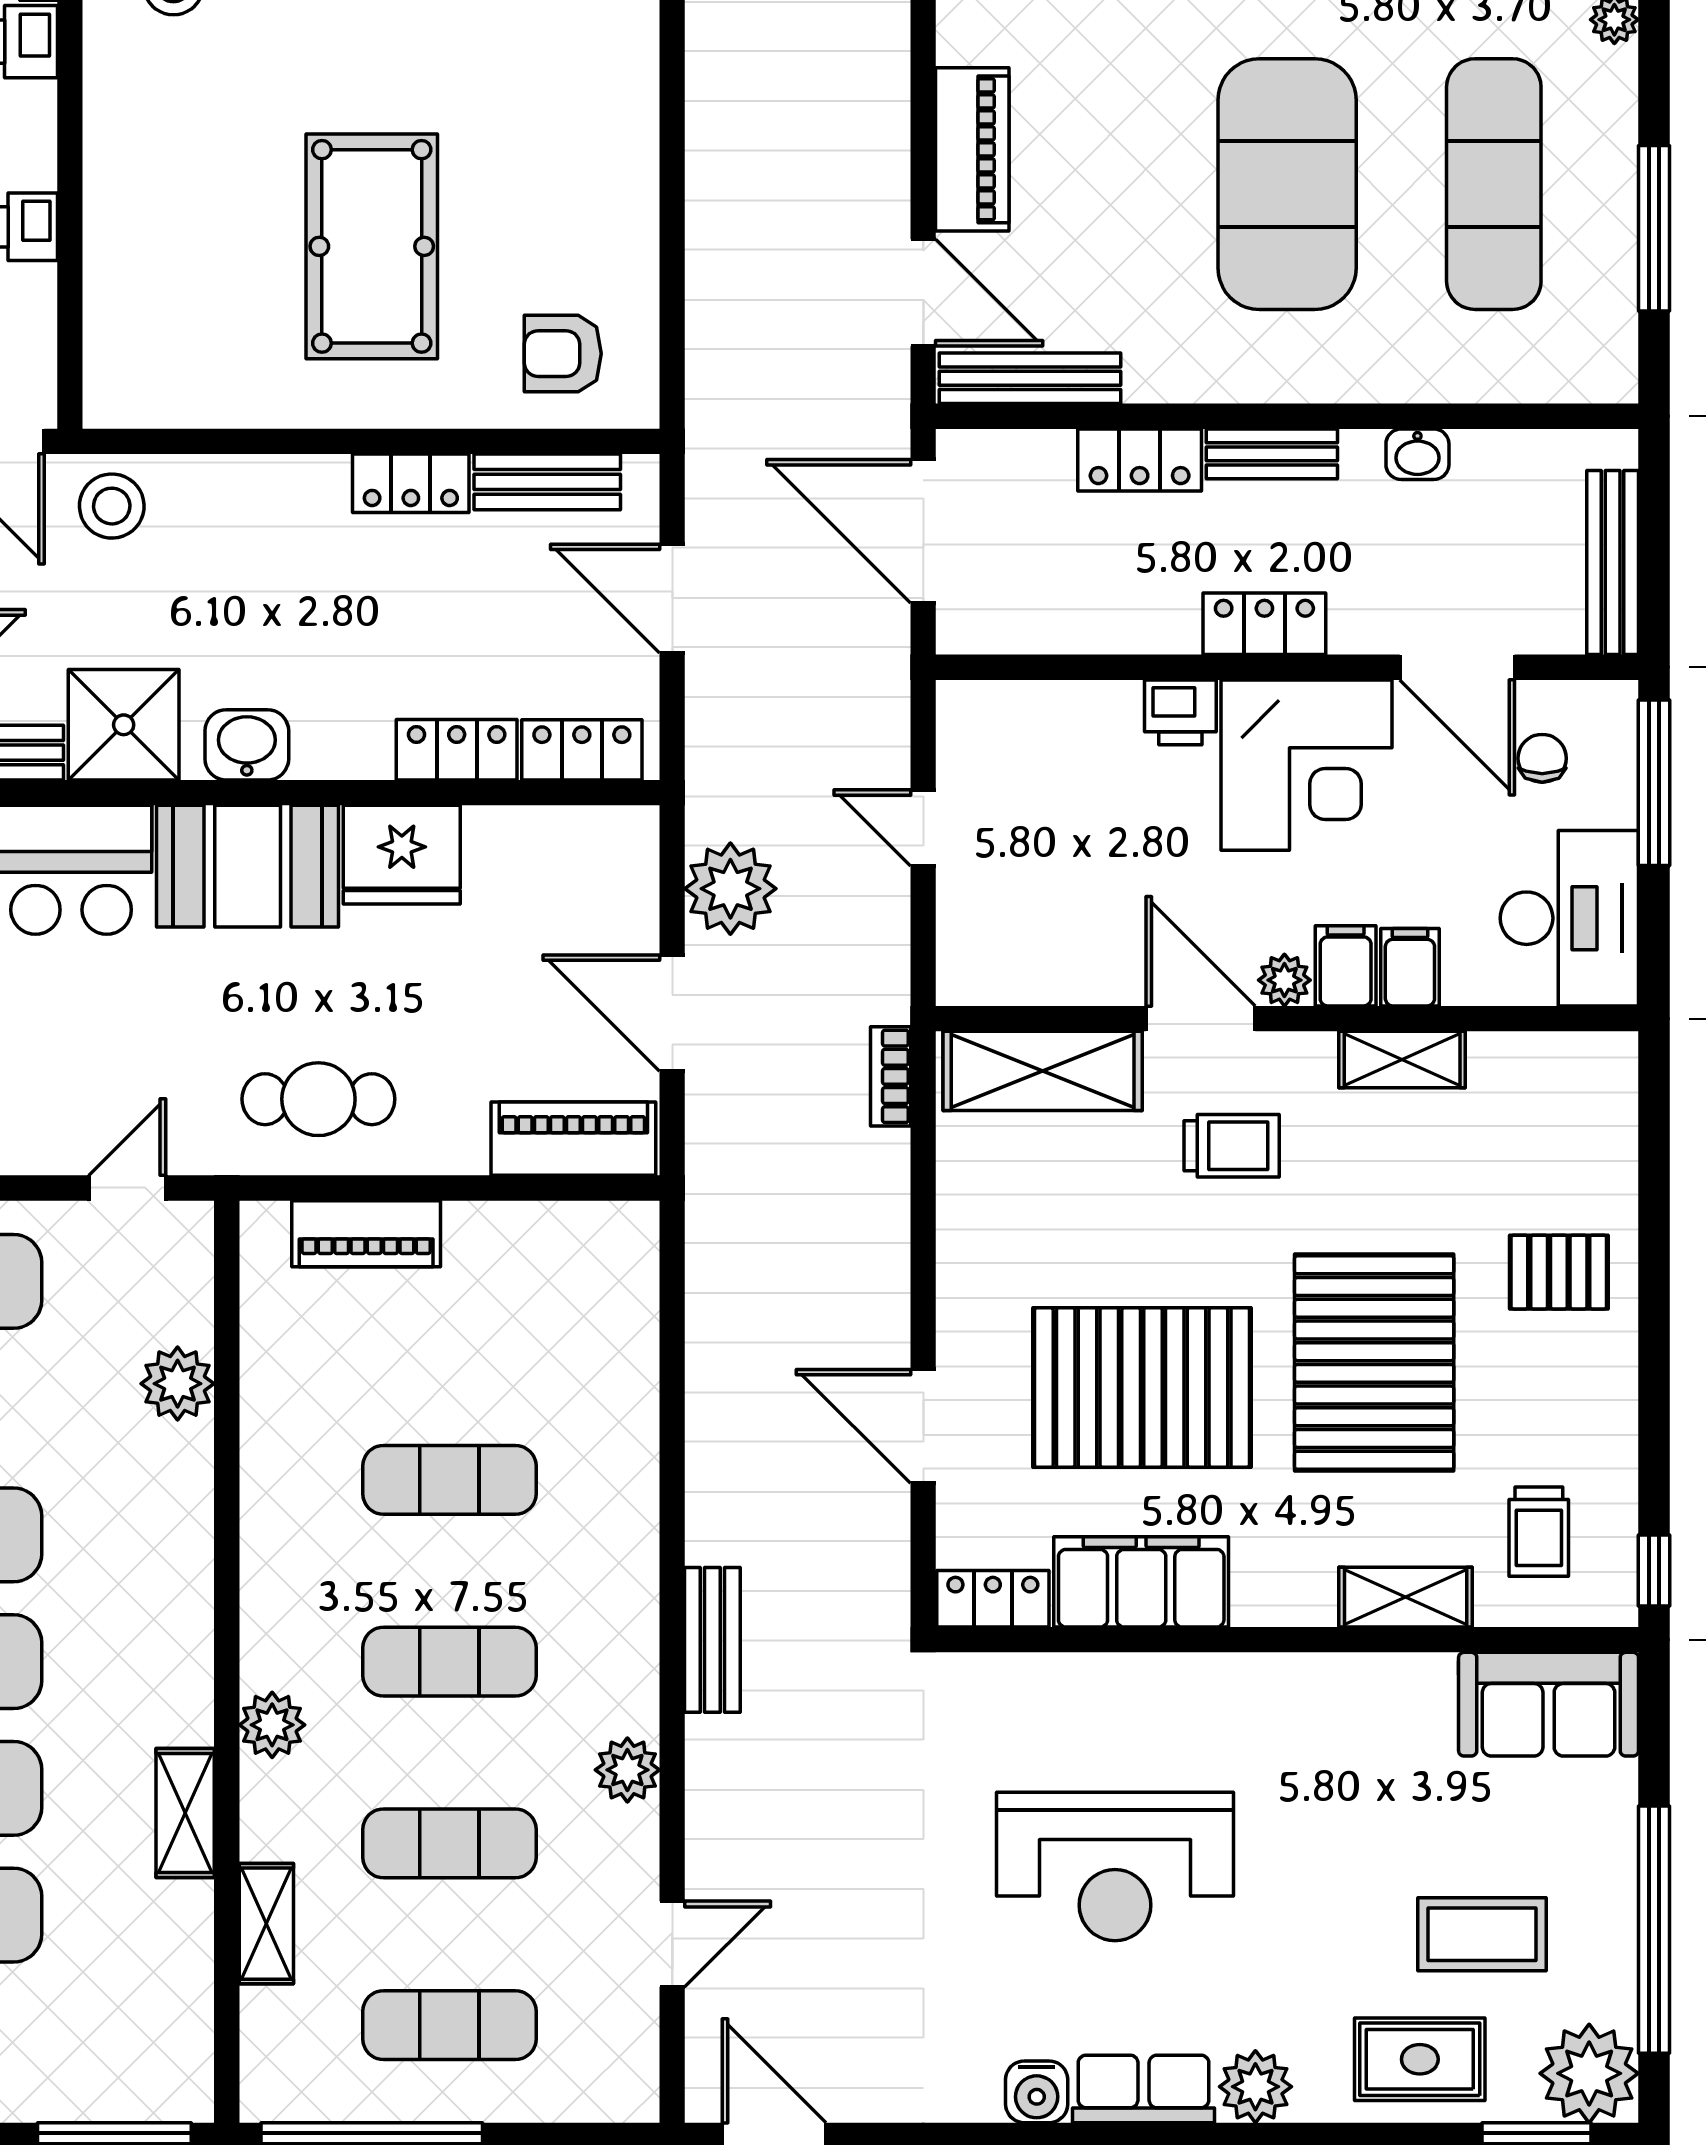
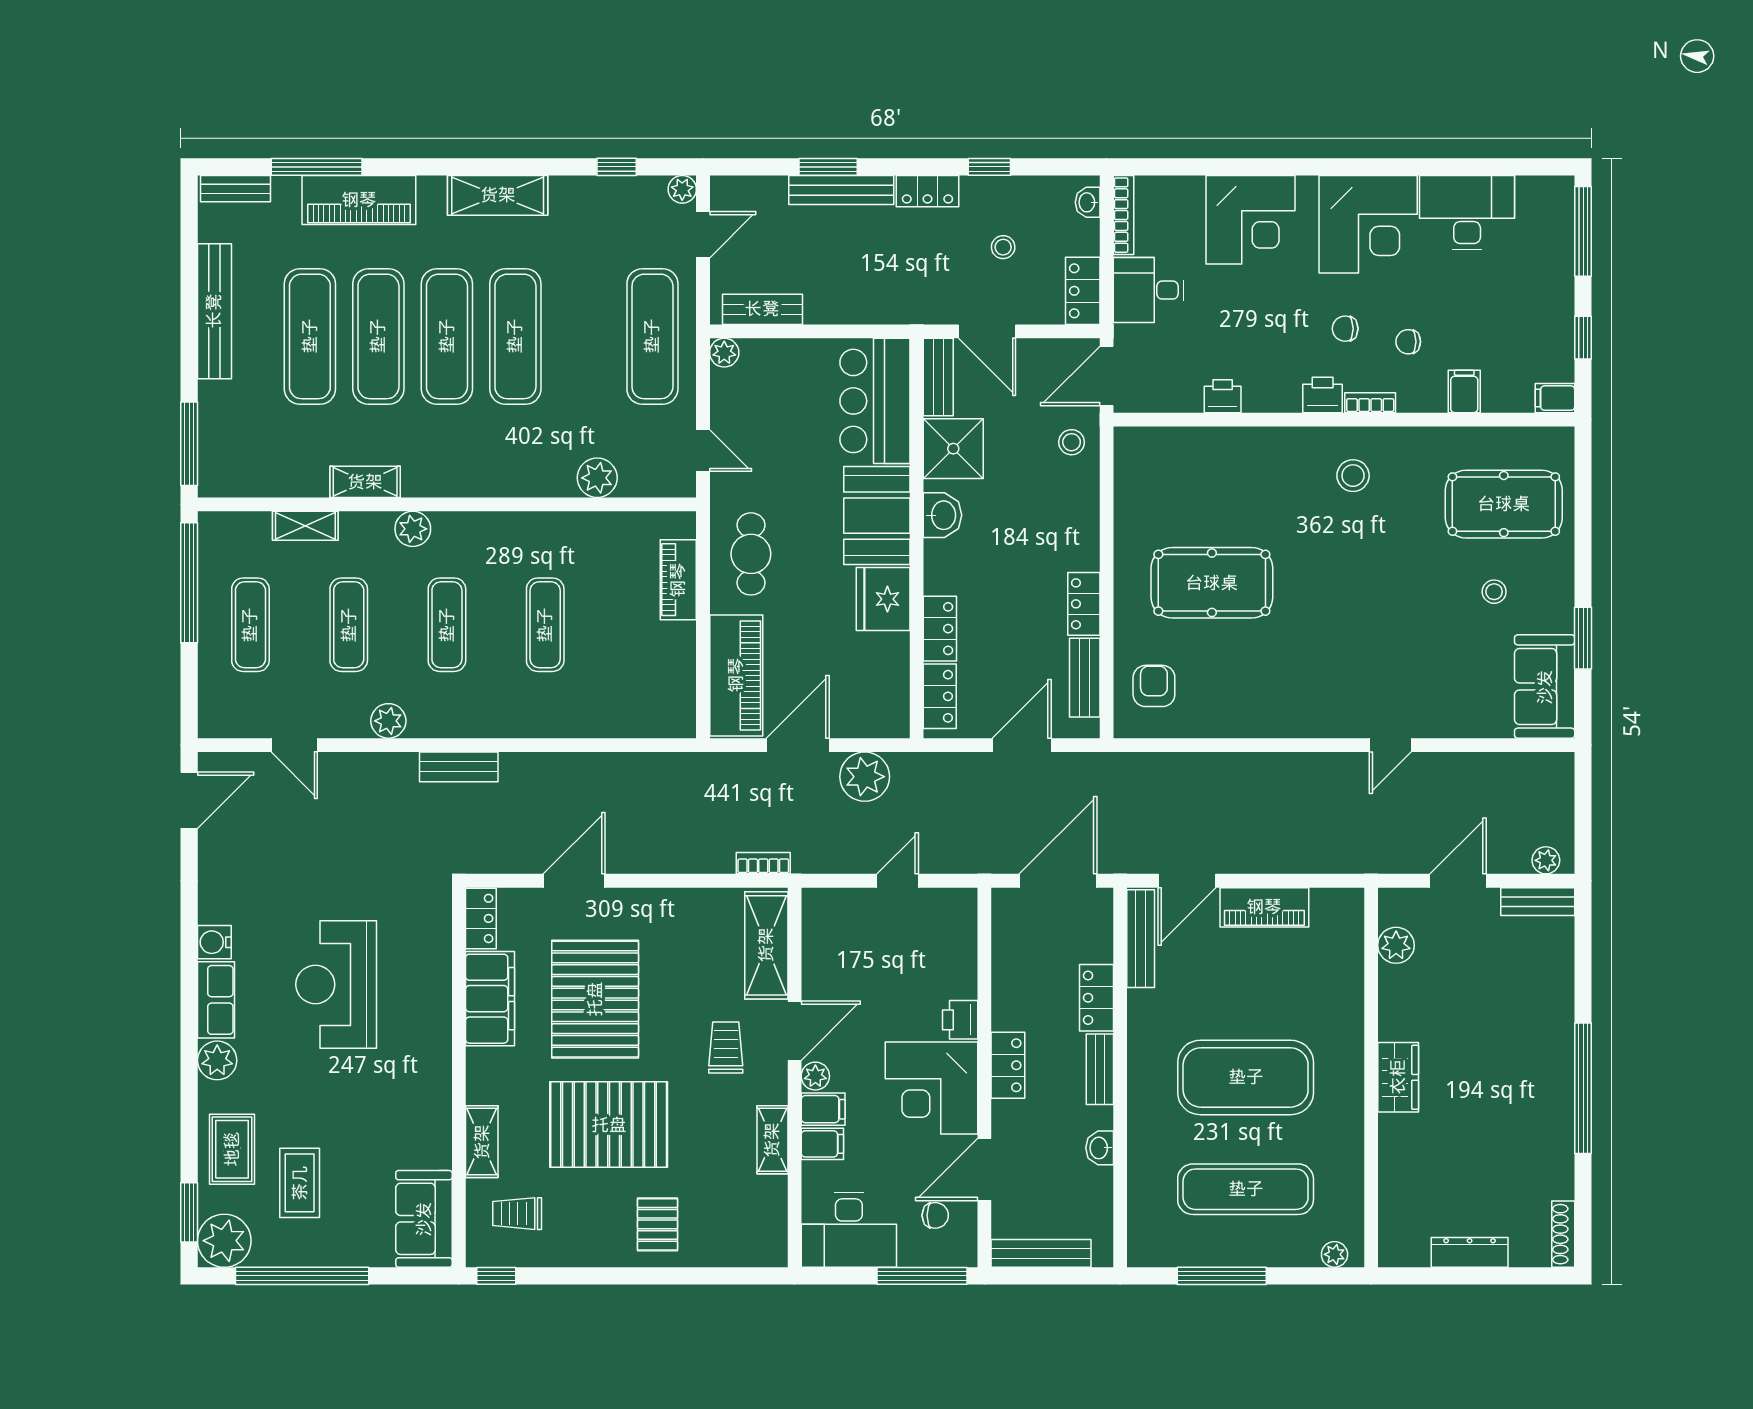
stool: (112, 506) -> (1072, 442), width x0.73, depth x0.73
piano: (573, 1139) -> (736, 675), width x1.37, depth x1.33
trolley: (1232, 1146) -> (726, 1048), turned 180

